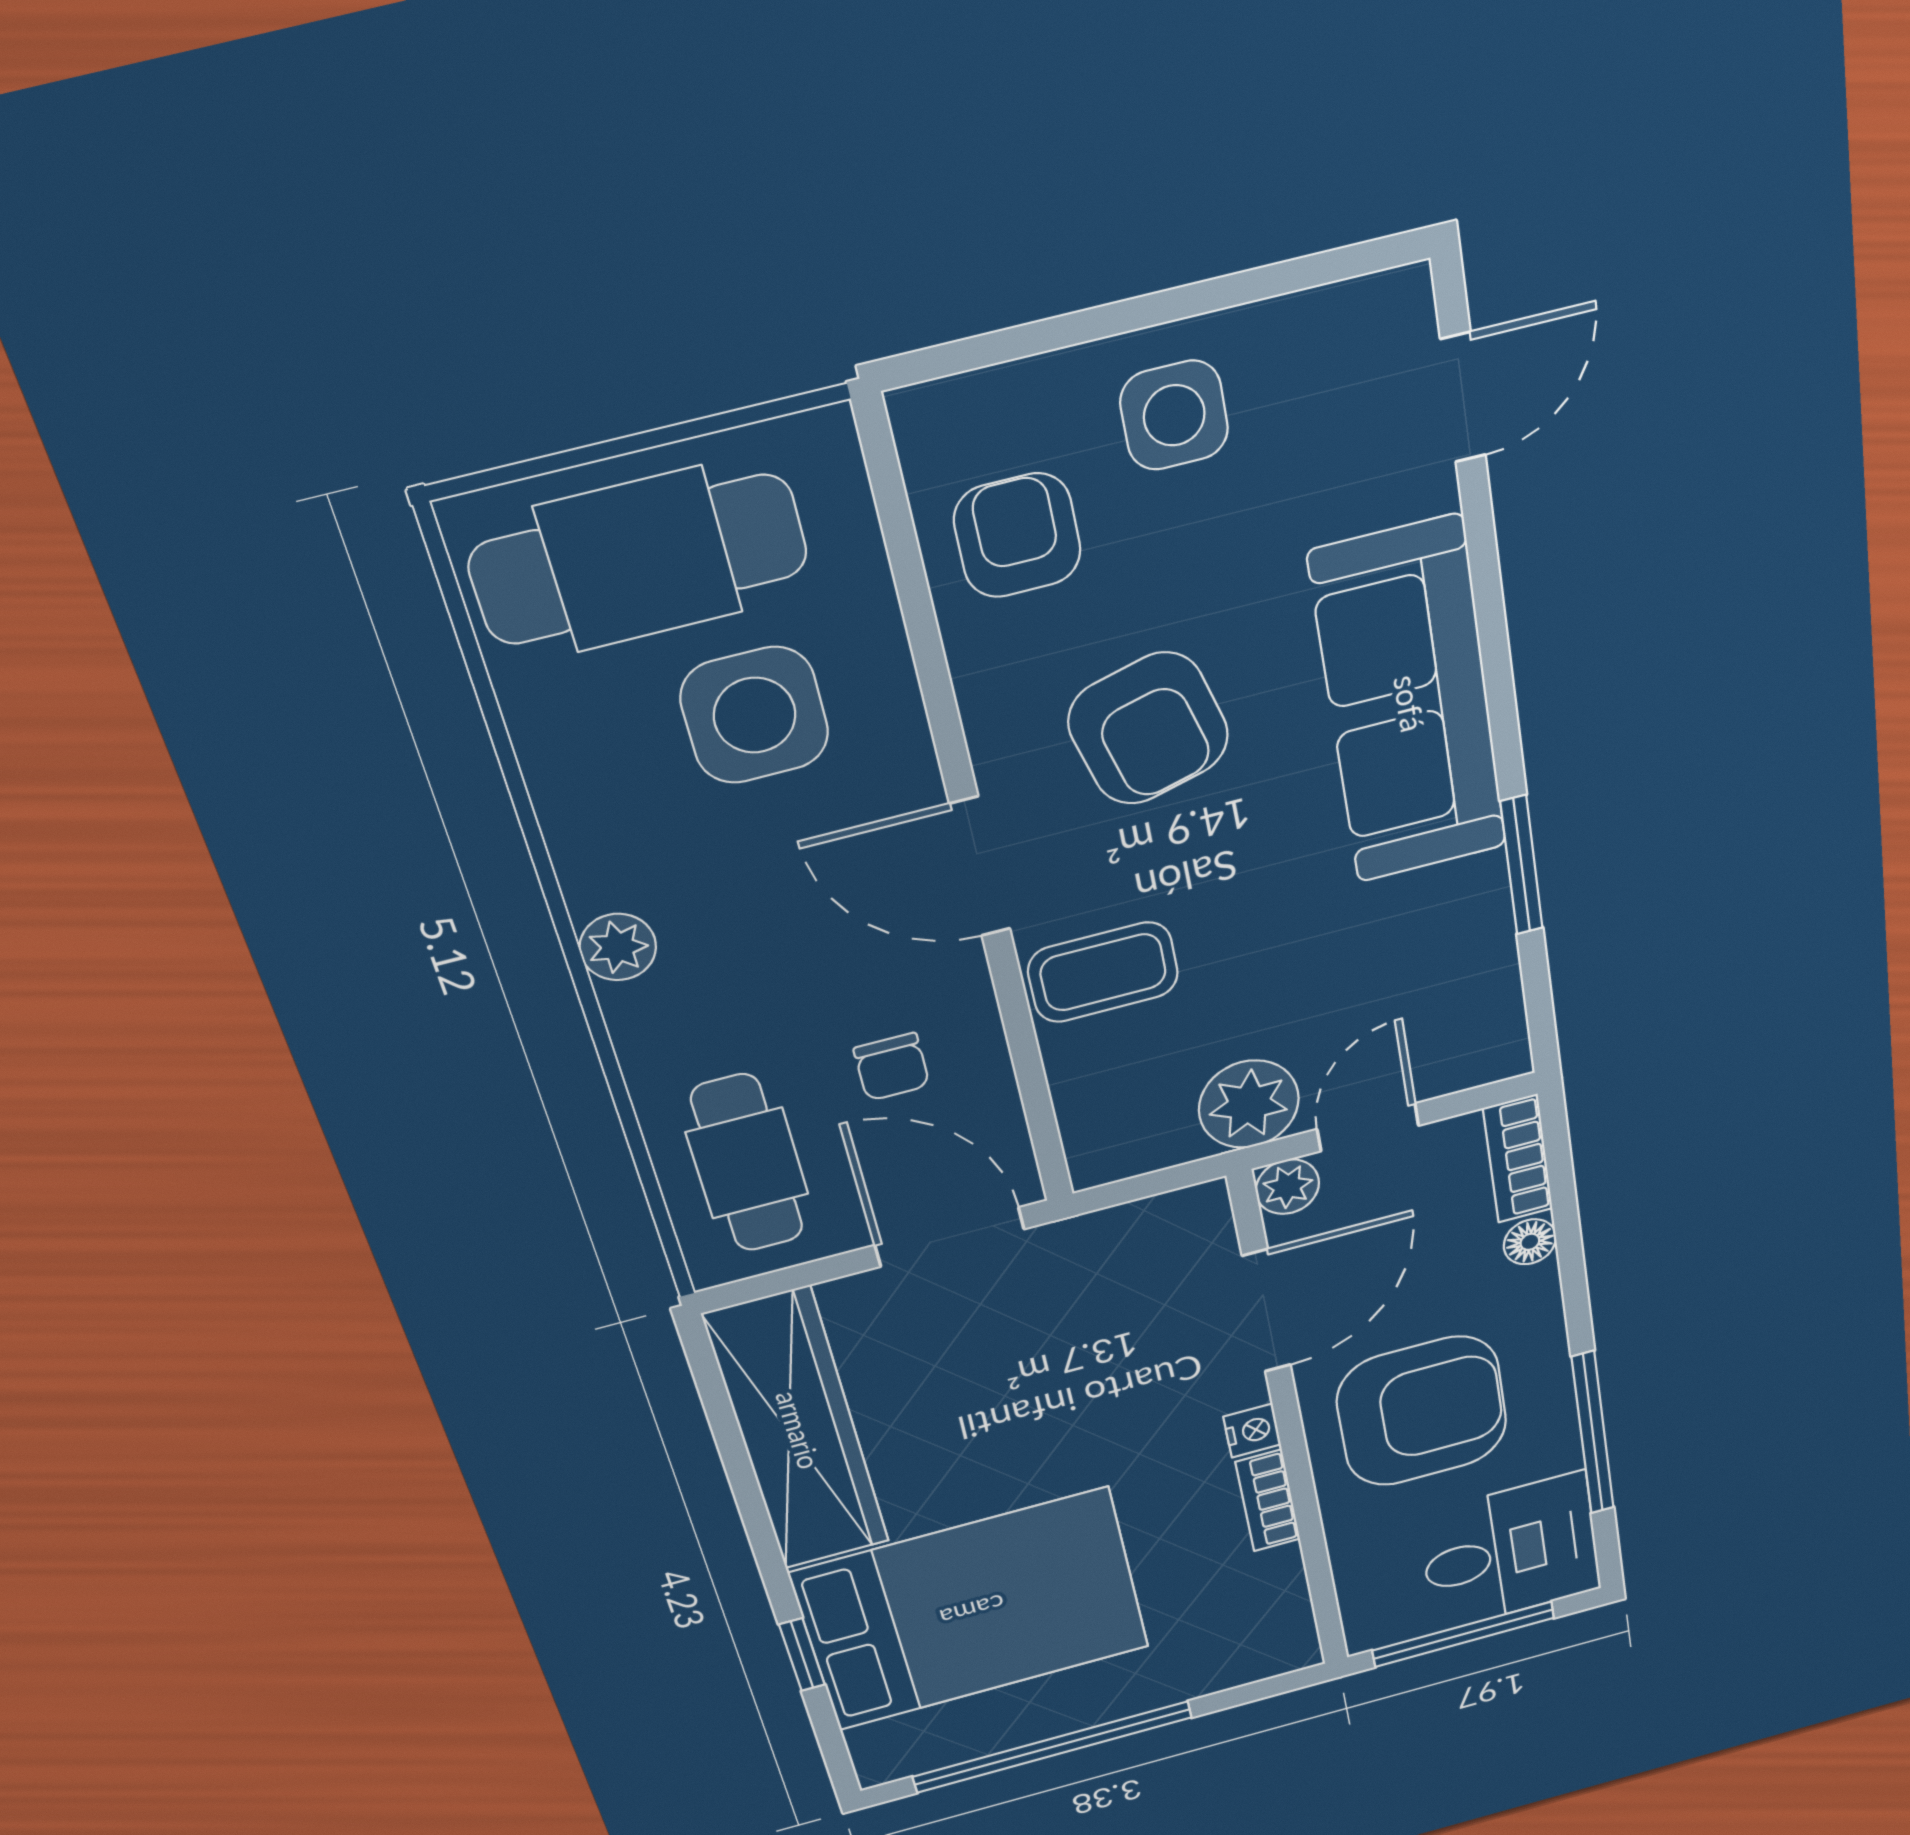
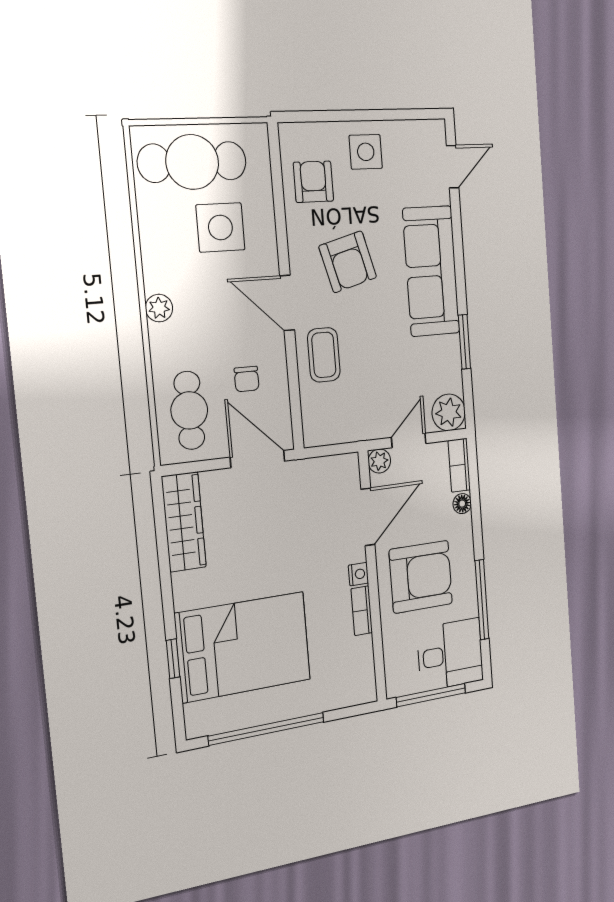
coffee table: (1103, 972) -> (324, 355), turned 90
plant: (1249, 1104) -> (449, 412), moved
wardrobe: (798, 1430) -> (184, 522), width x0.71, depth x0.85

